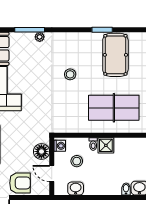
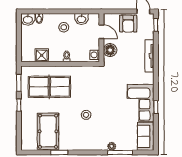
shower: (106, 145) -> (42, 55), moved
stool: (77, 161) -> (64, 27), moved
armchair: (20, 183) -> (128, 24), turned -90

